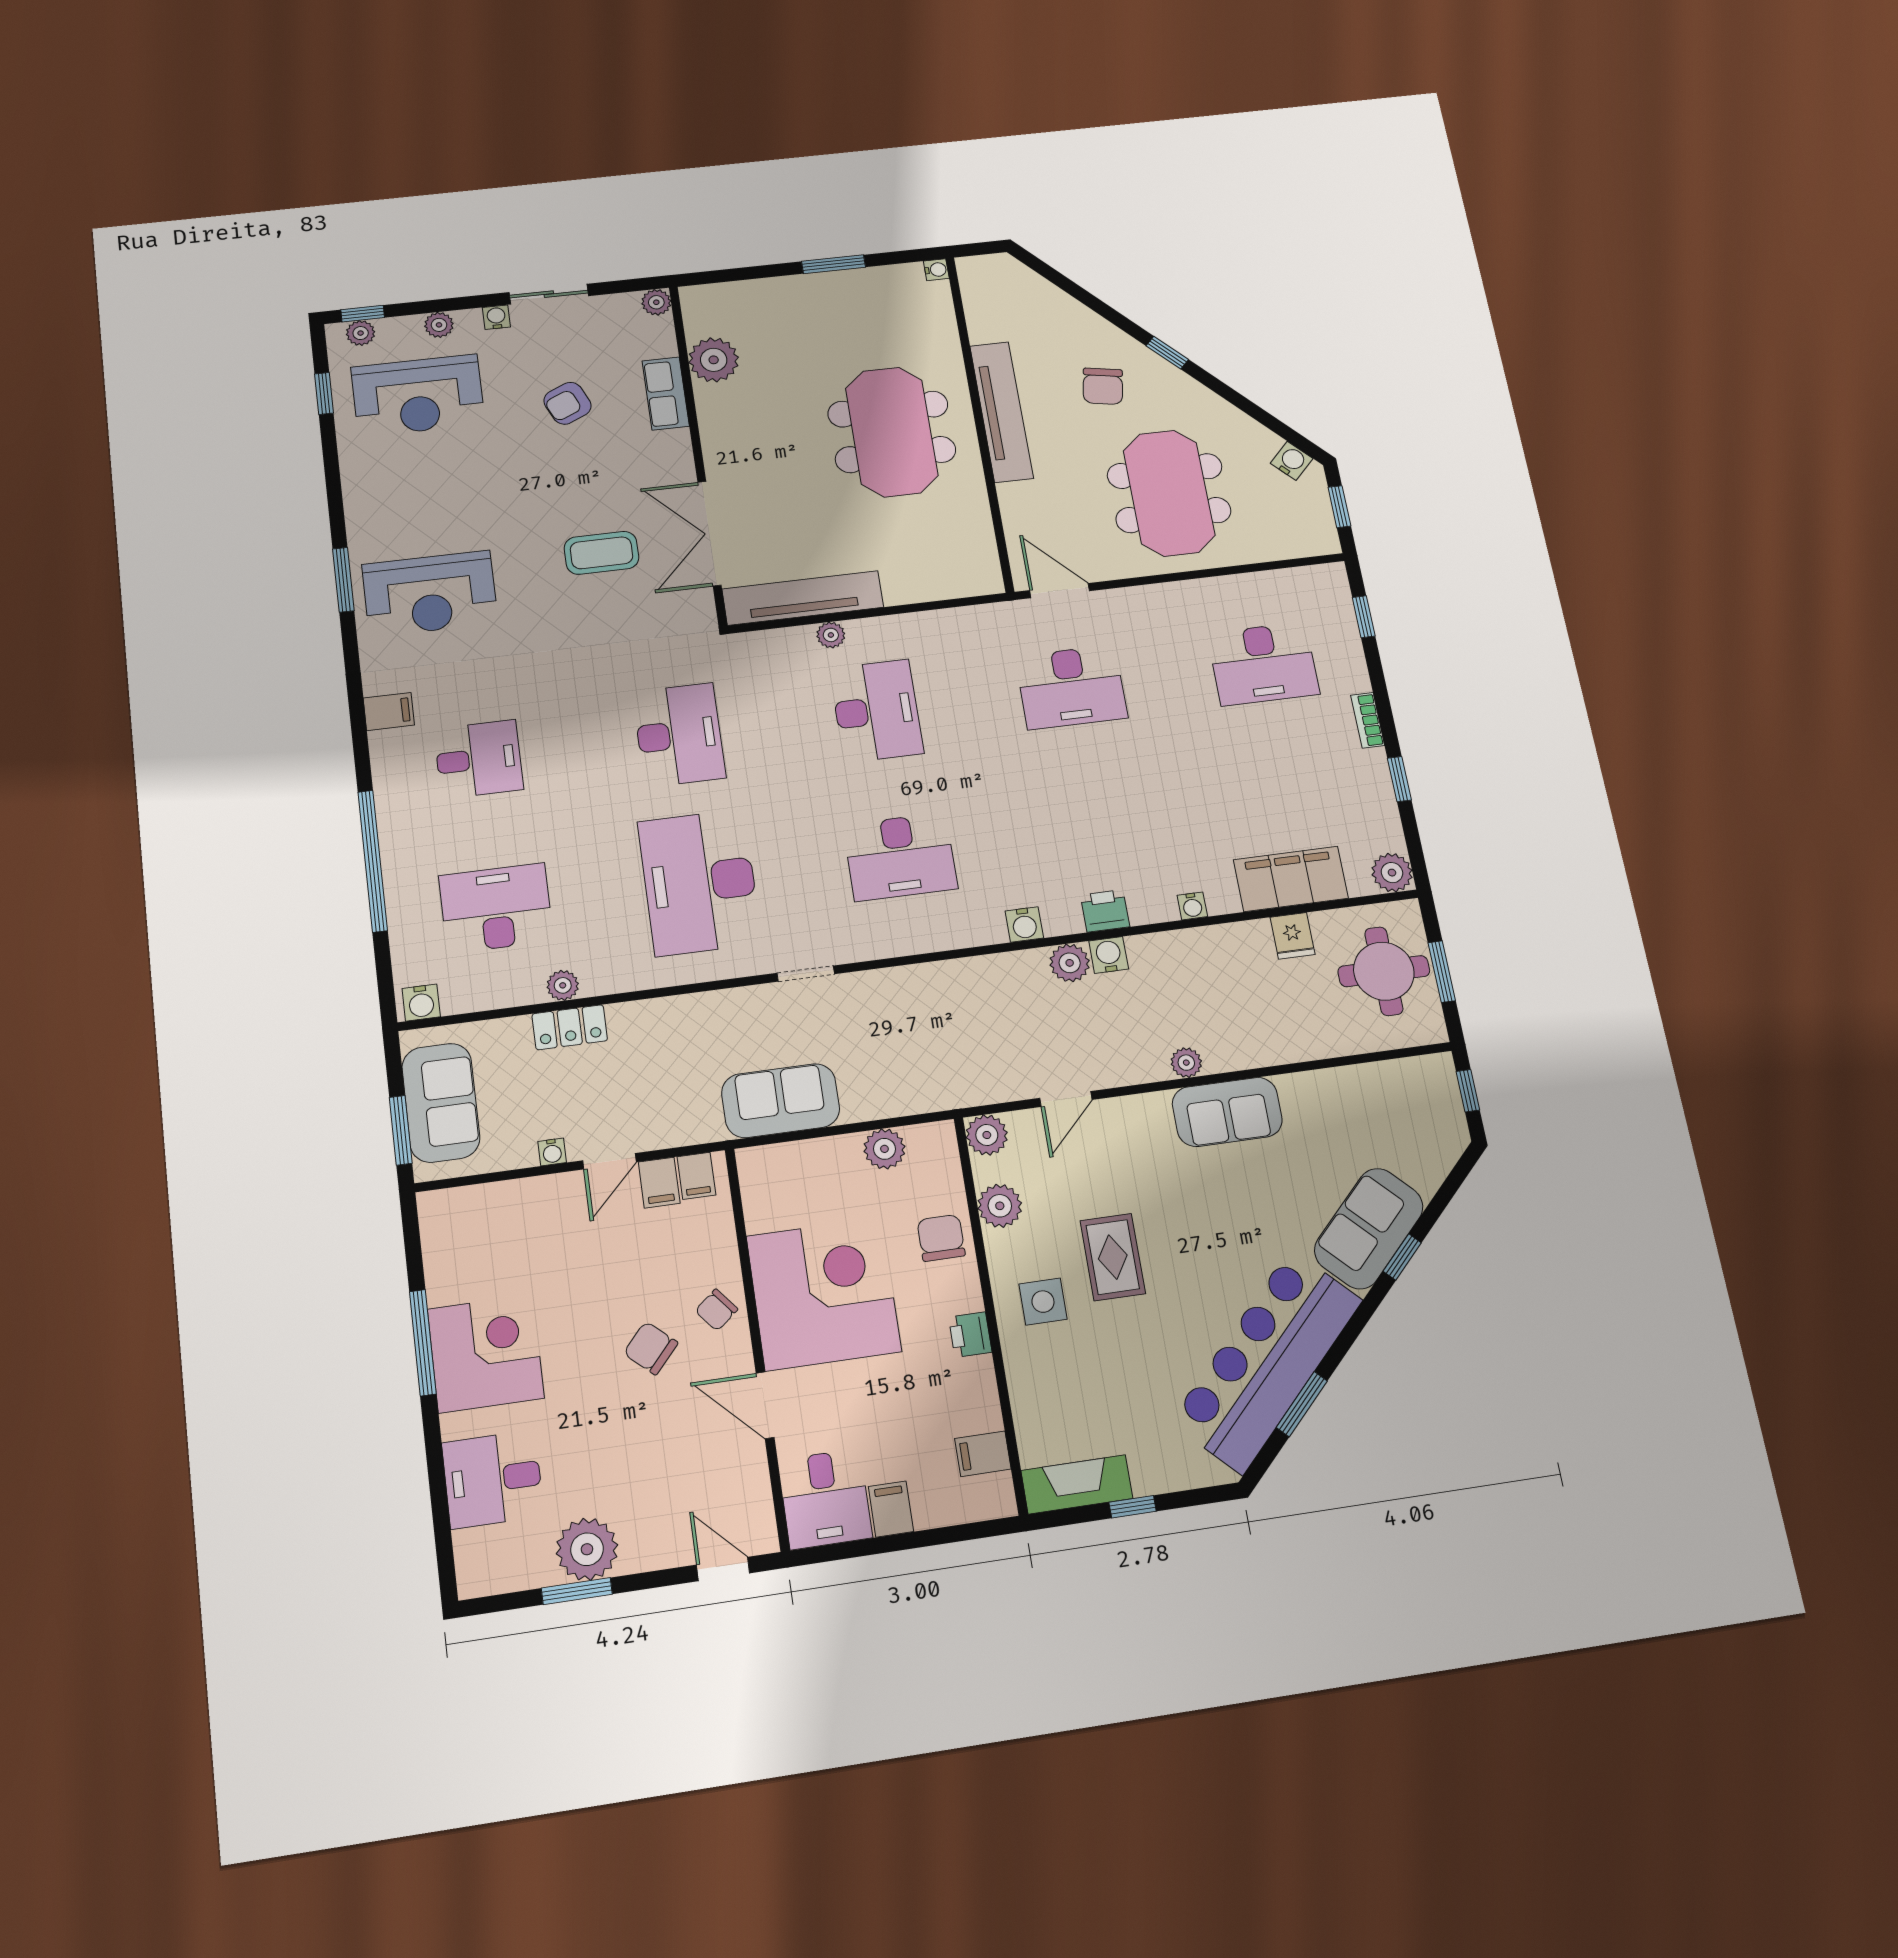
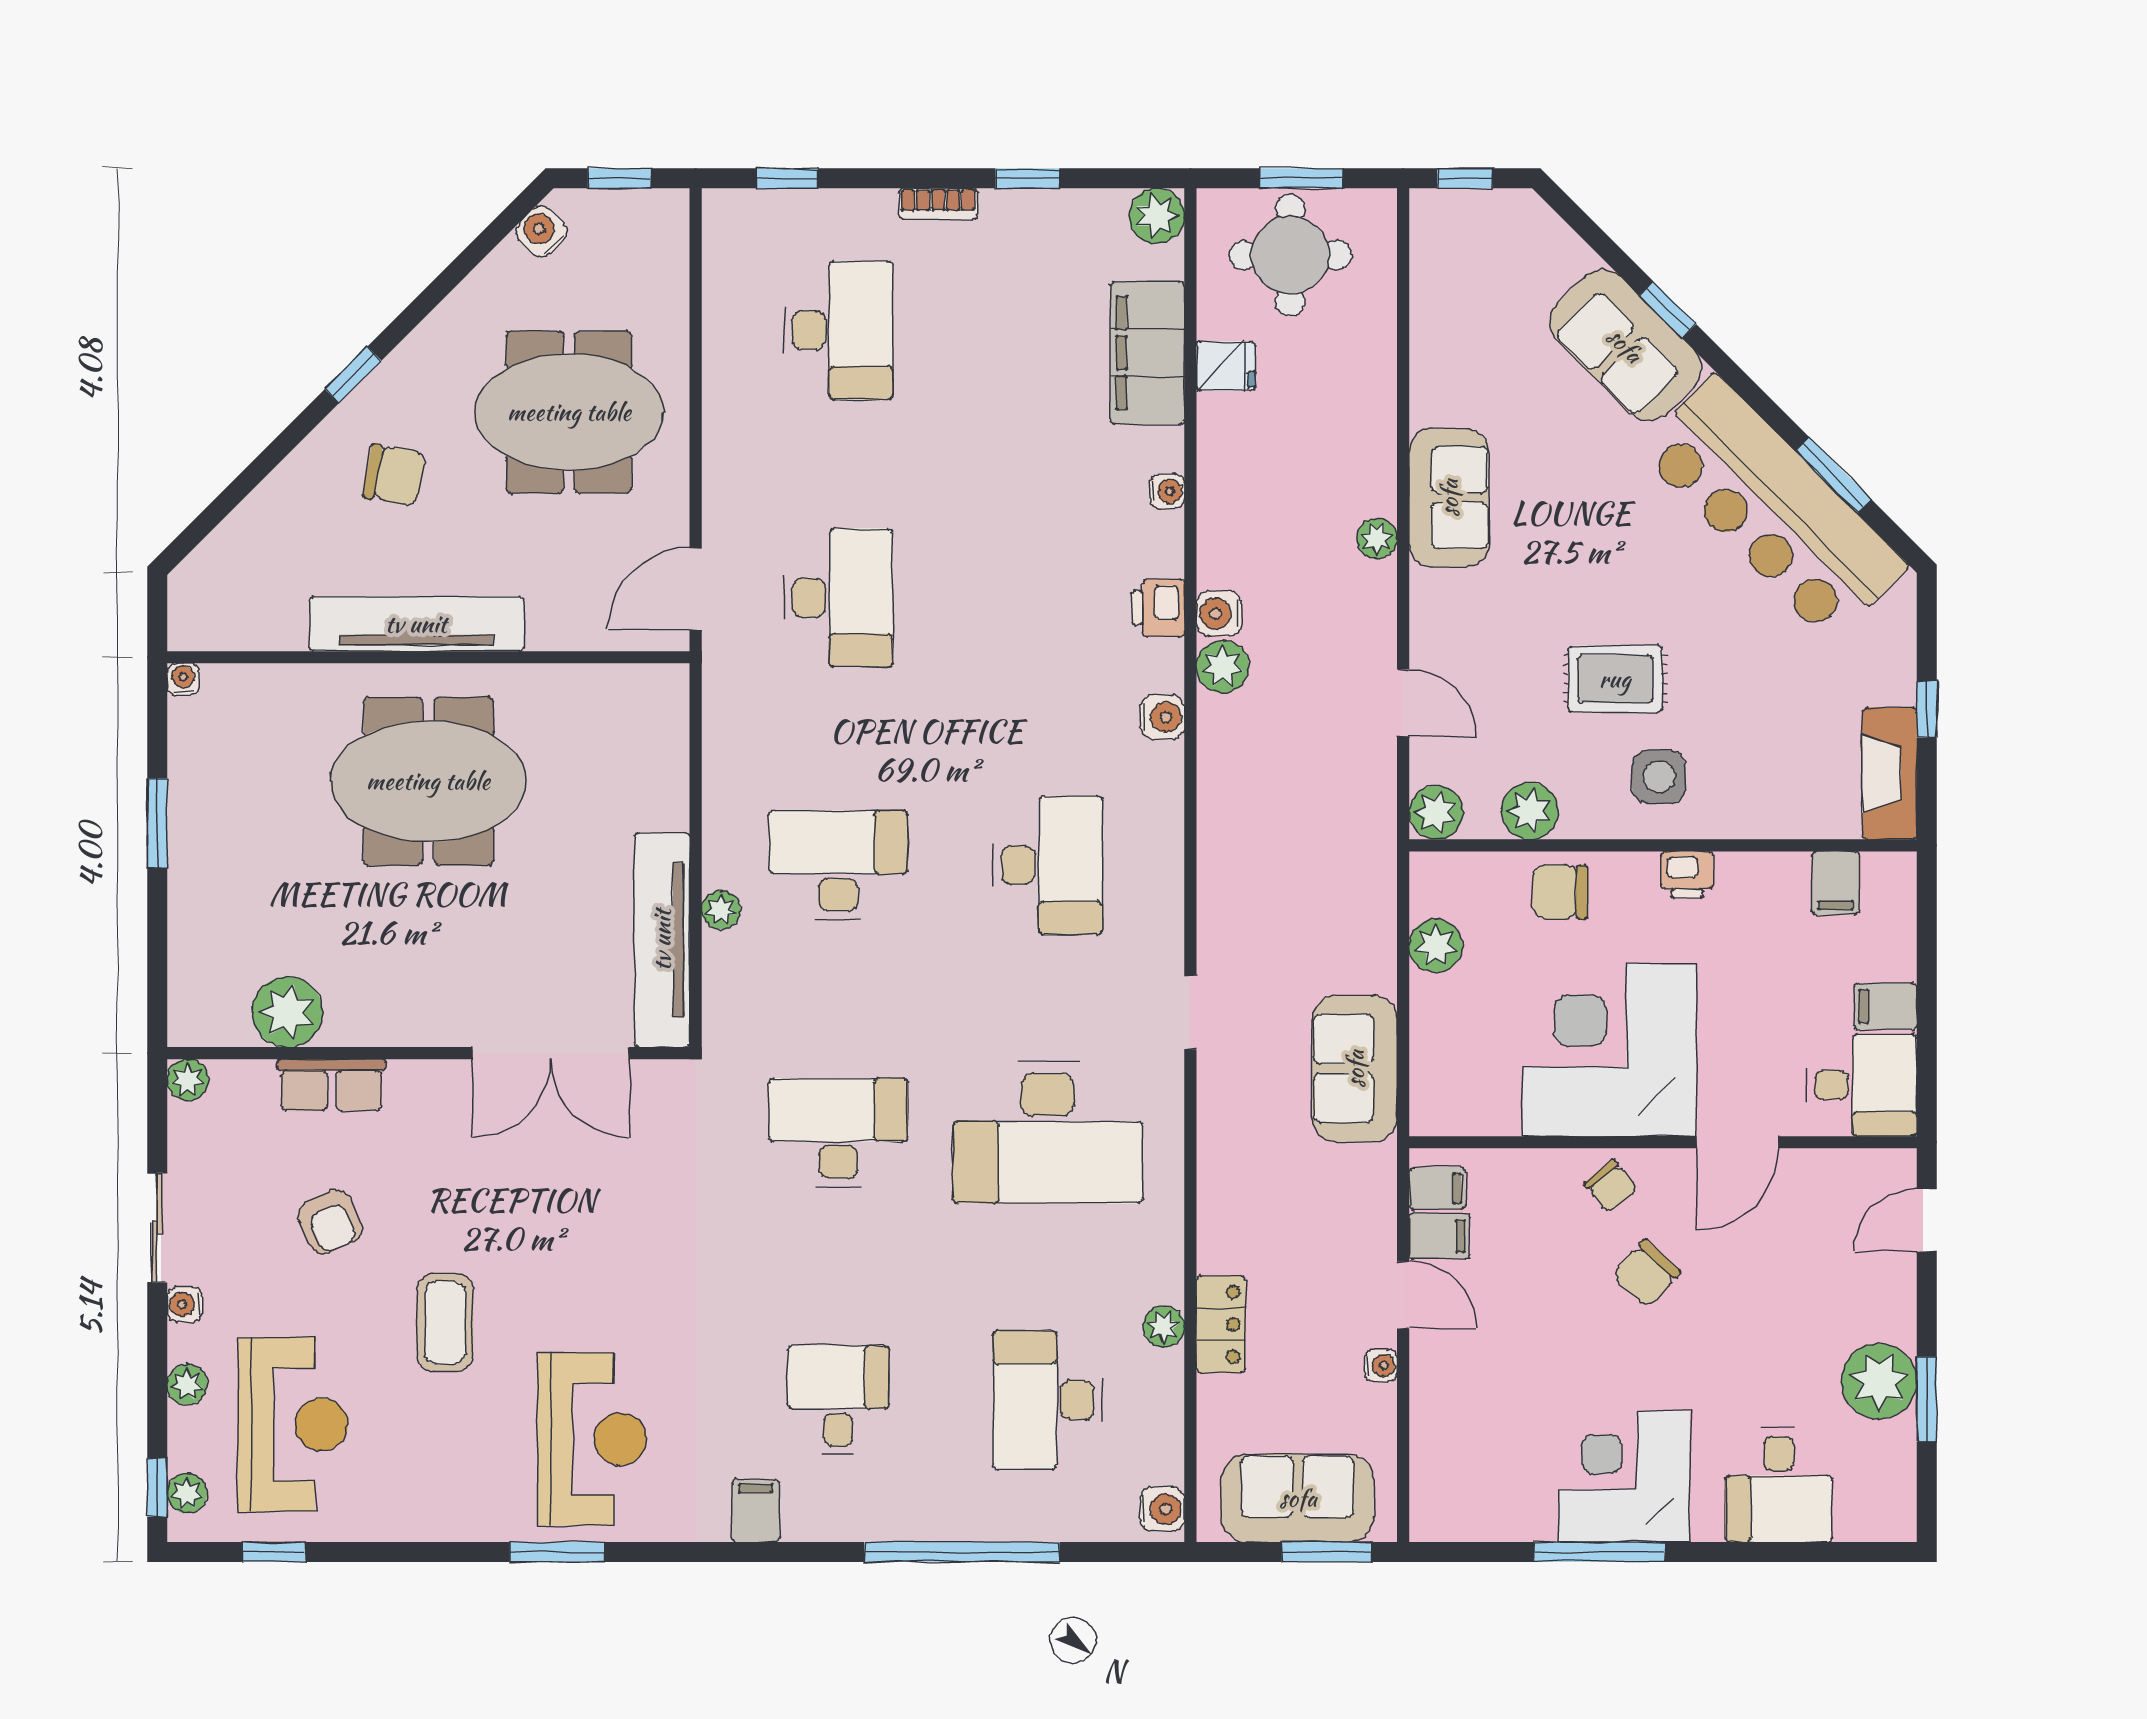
coffee table: (602, 553) -> (445, 1323), moved

